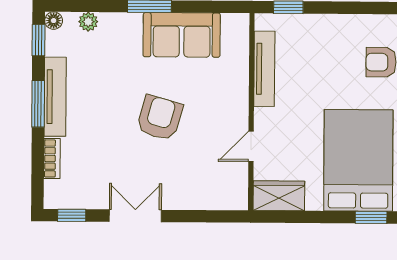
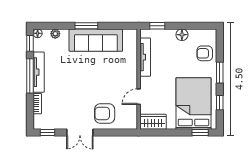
floor lamp: (337, 25) -> (182, 35), added
sofa: (182, 35) -> (96, 40), width x1.36
window: (38, 104) -> (30, 76), width x1.44
armchair: (160, 118) -> (105, 113), moved, turned -106
double door: (135, 216) -> (80, 133), swing flipped

